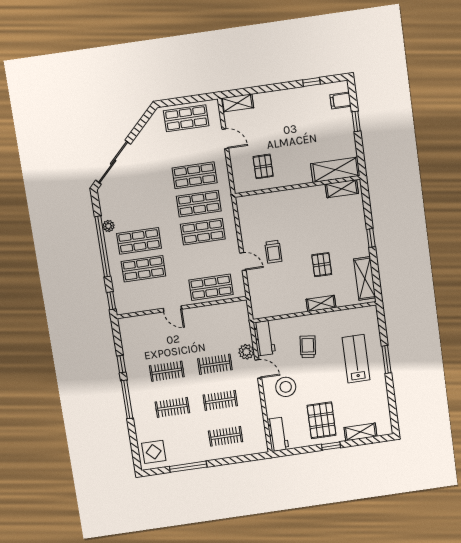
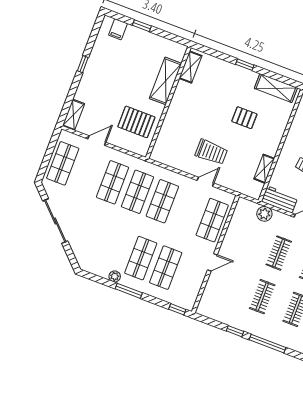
window: (311, 82) -> (83, 64), moved
sliding door: (113, 162) -> (55, 221), moved
pallet: (263, 166) -> (136, 122), width x1.50, depth x1.42
shelving: (335, 170) -> (165, 81), moved
window: (103, 247) -> (129, 291), width x0.47
trolley: (273, 252) -> (211, 152), width x1.36, depth x1.39
shelving: (321, 303) -> (264, 169), moved
plant: (246, 352) -> (264, 214), moved

